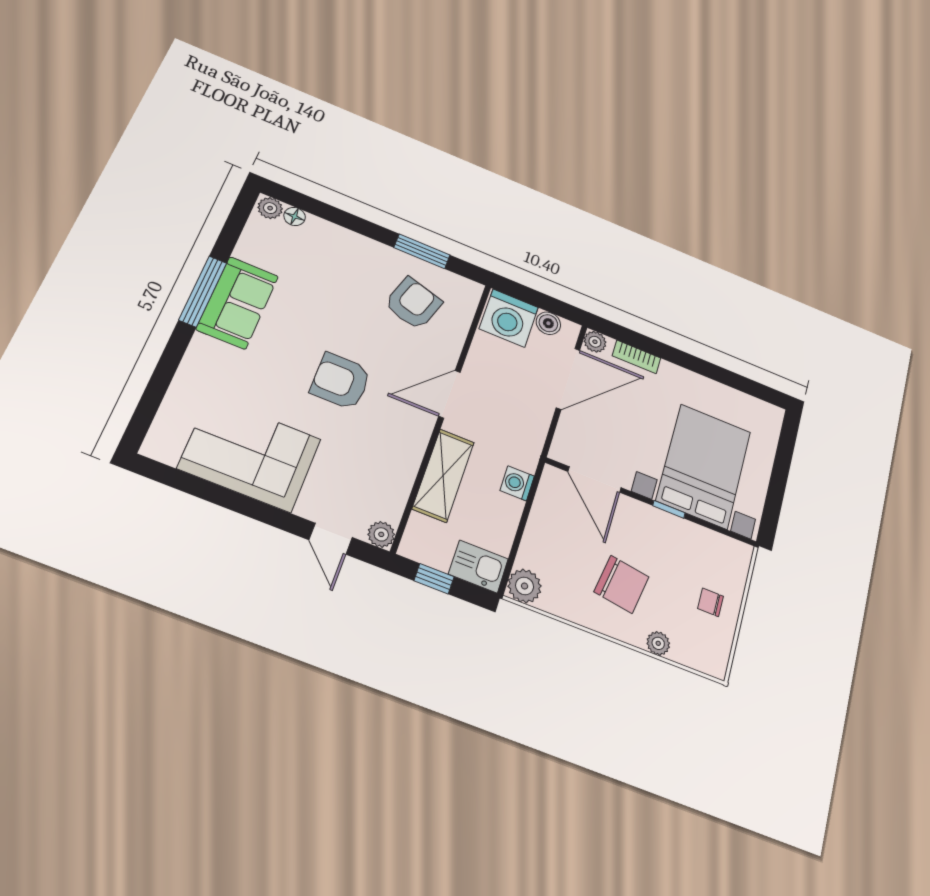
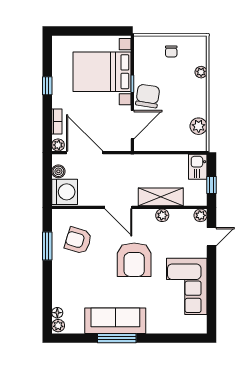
sofa: (238, 303) -> (115, 321), width x1.36
window: (702, 367) -> (47, 86), added
armchair: (341, 381) -> (134, 260), width x1.36, depth x1.36
plant: (407, 464) -> (162, 215), added
washing machine: (517, 483) -> (150, 161), removed
chair: (621, 584) -> (148, 96), moved
plant: (525, 586) -> (199, 126), moved

